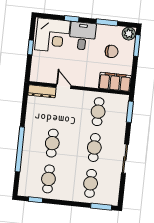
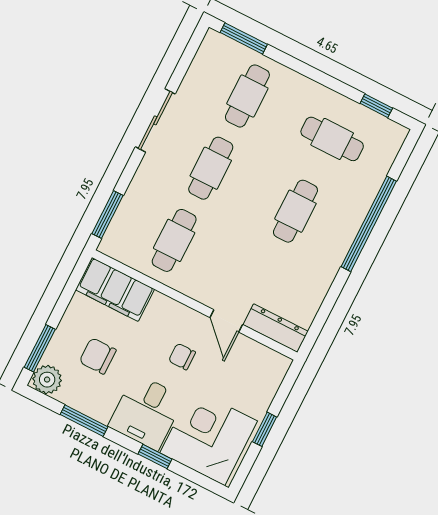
chair: (76, 65) -> (182, 357), added
cafe table: (48, 179) -> (332, 139), turned 90

